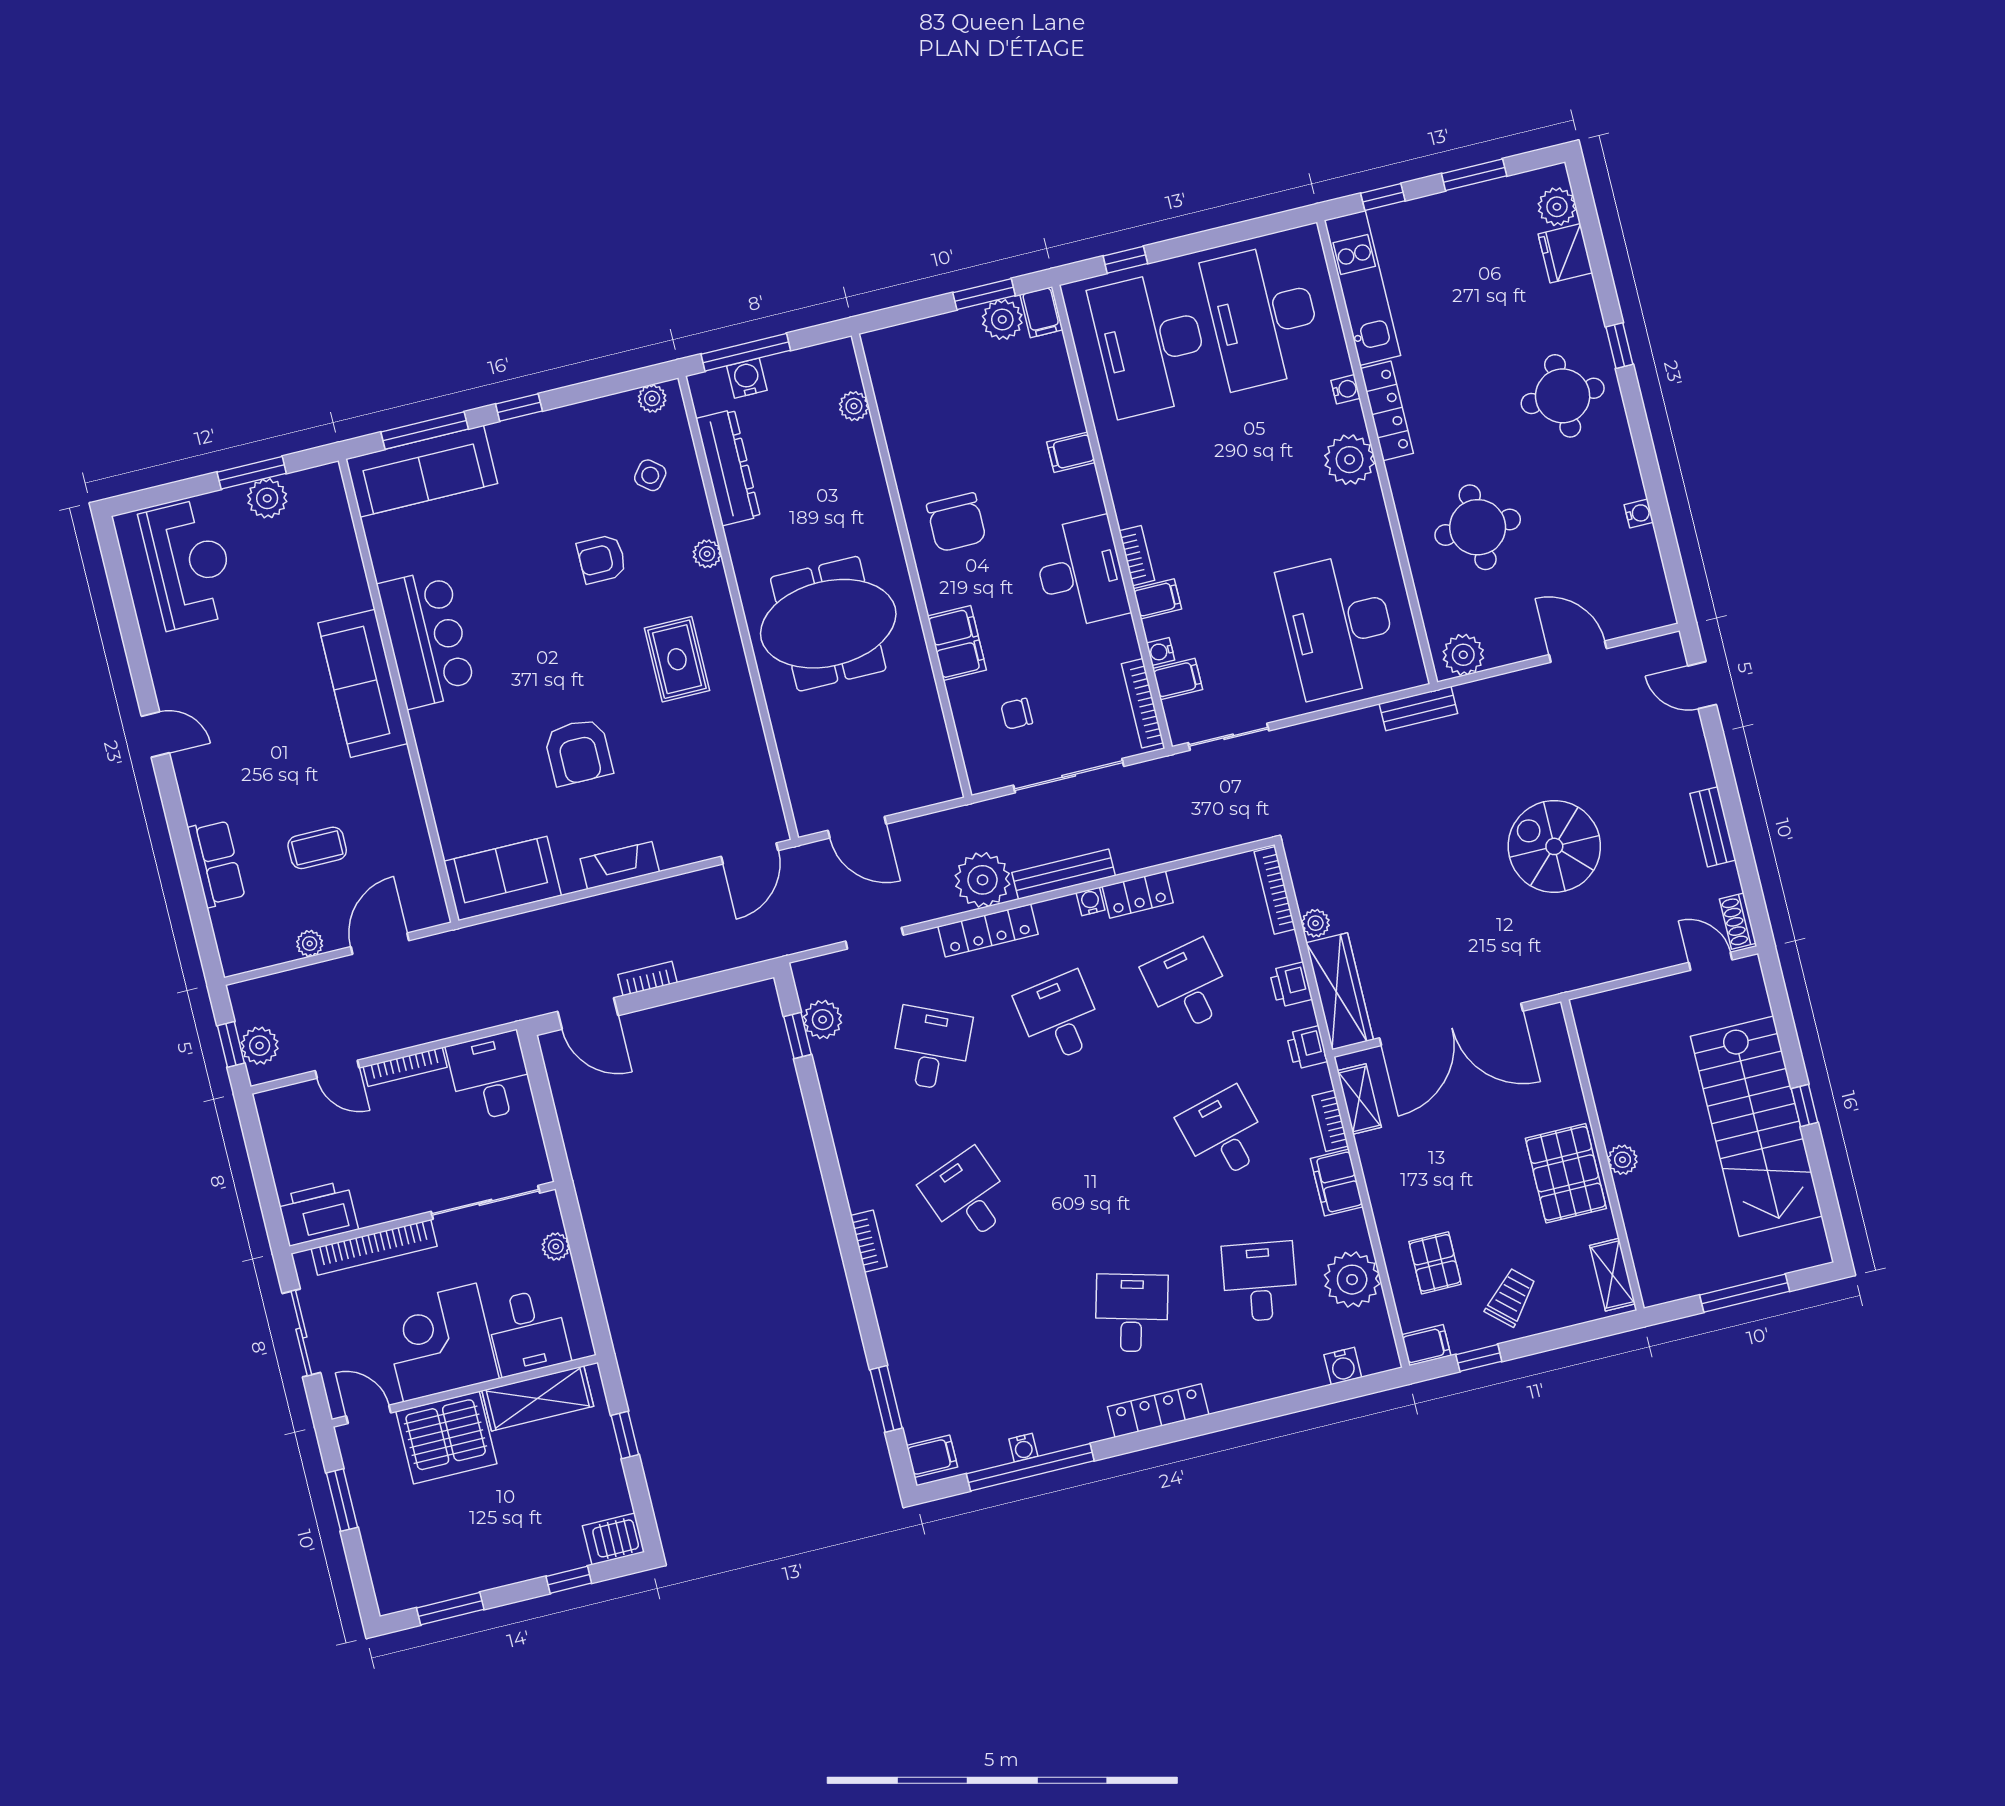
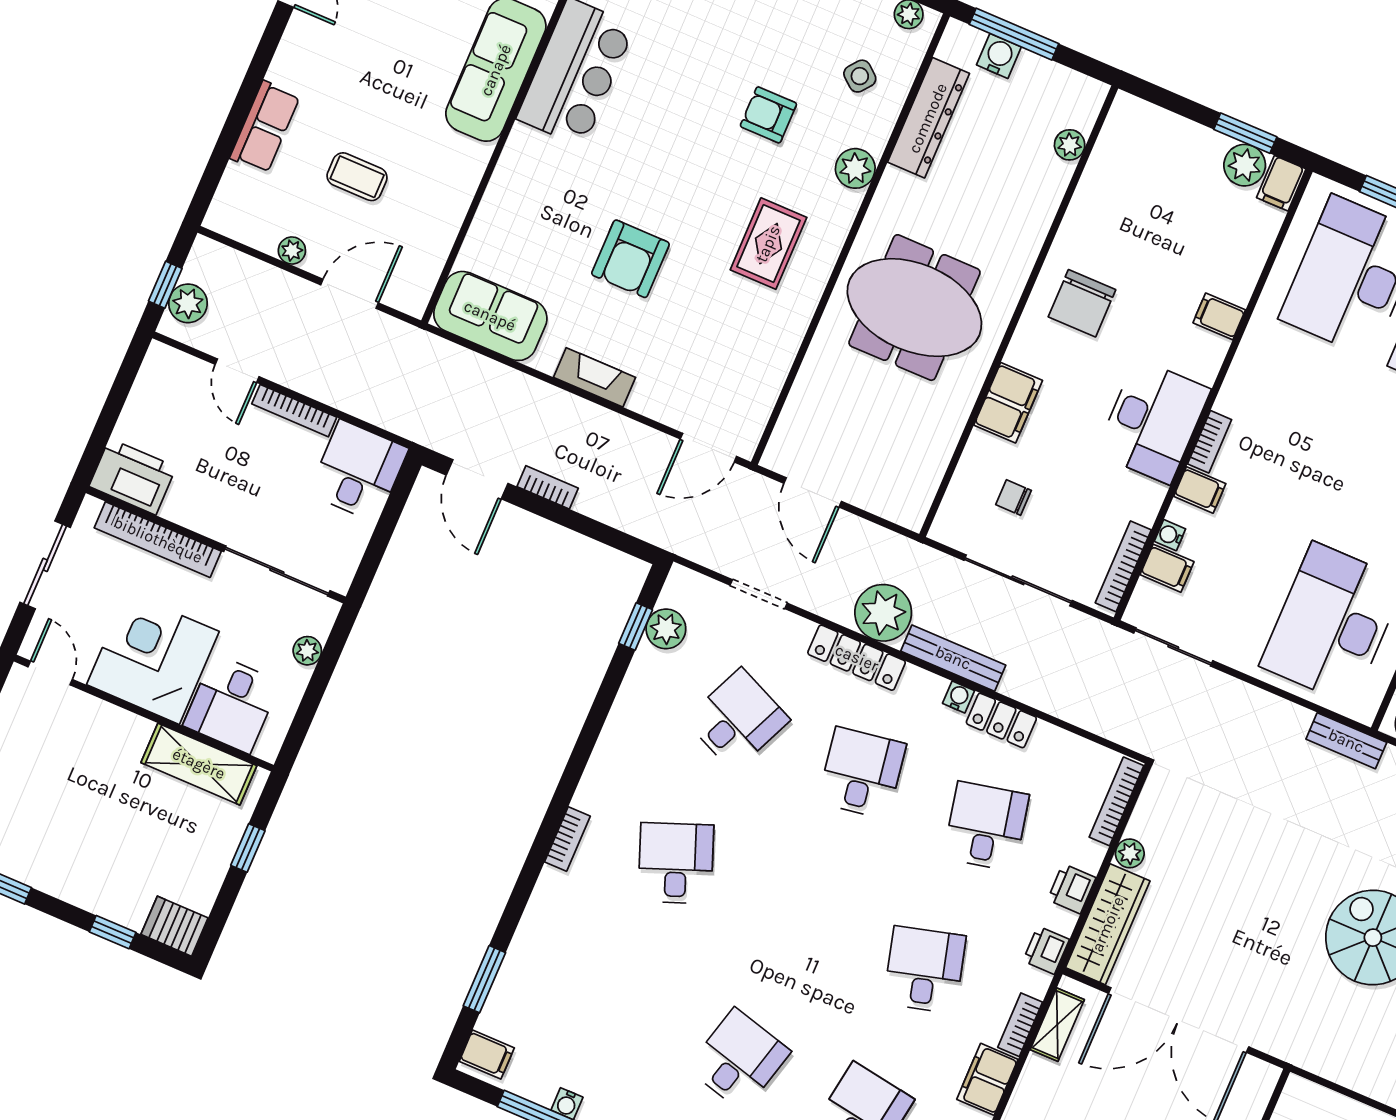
plant: (707, 554) -> (855, 168), width x1.38, depth x1.38
server rack: (446, 1438) -> (100, 740), removed

